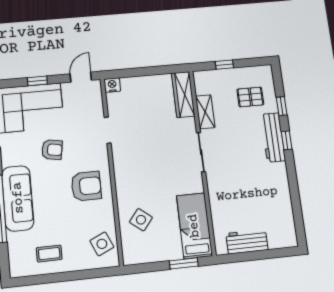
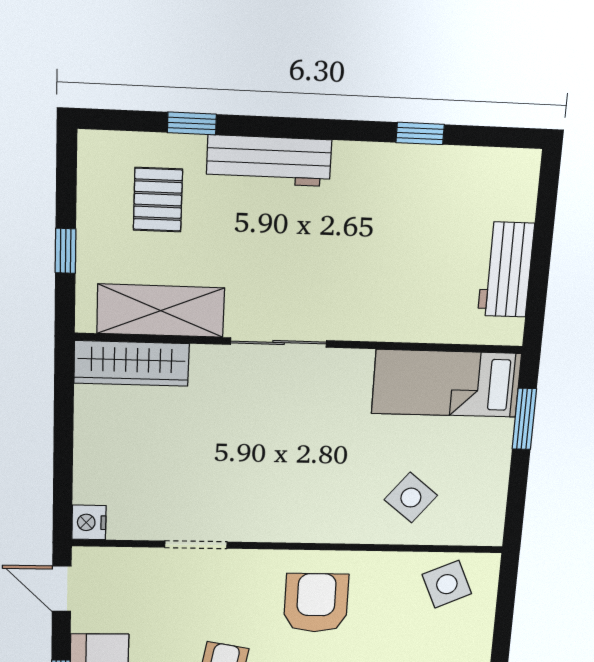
shelving: (205, 112) -> (161, 311), width x1.50, depth x1.33
window: (287, 140) -> (420, 133), moved

